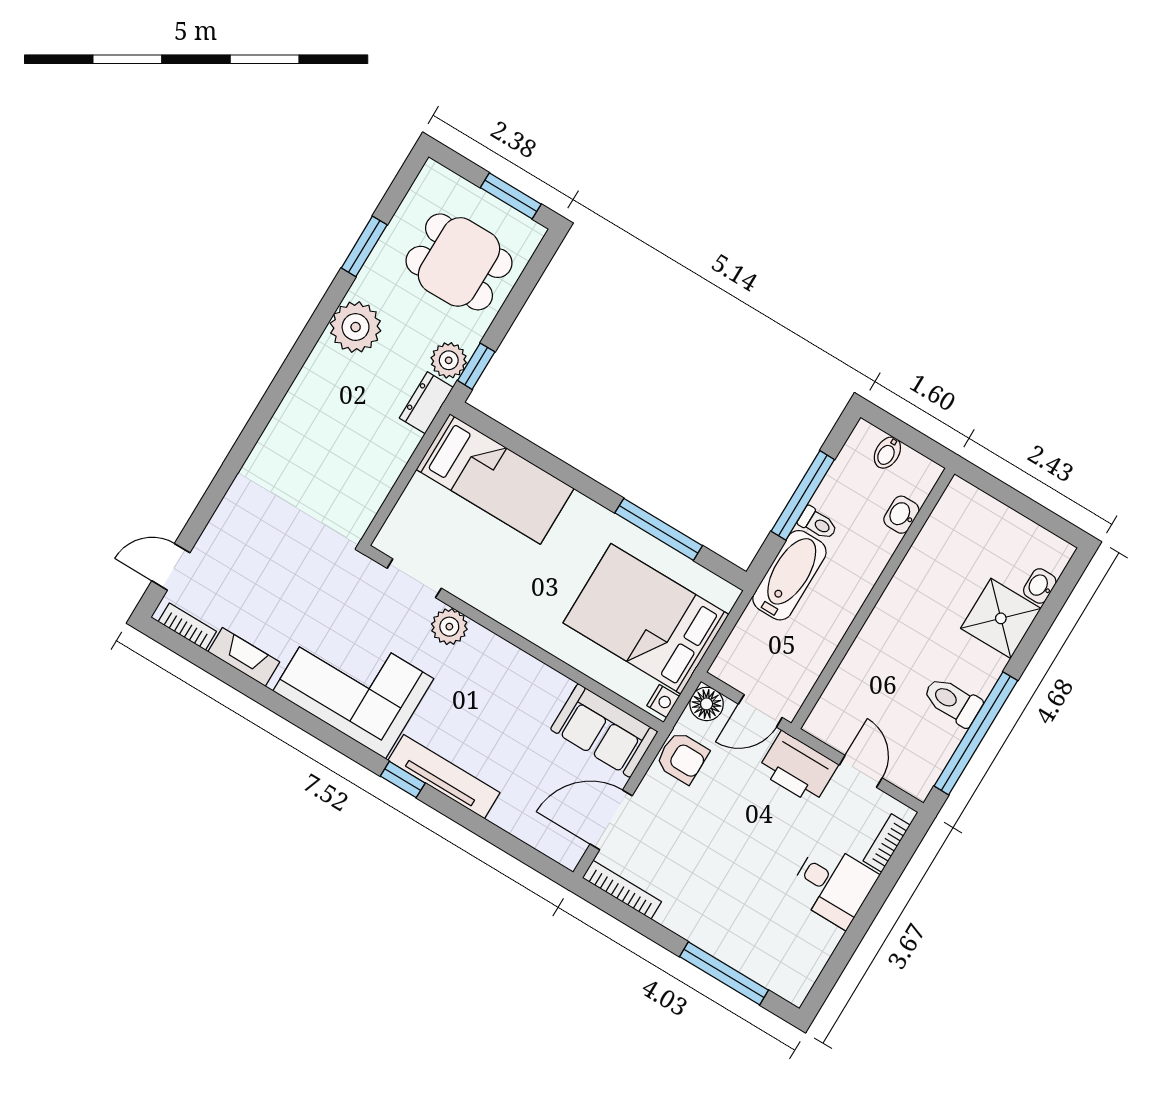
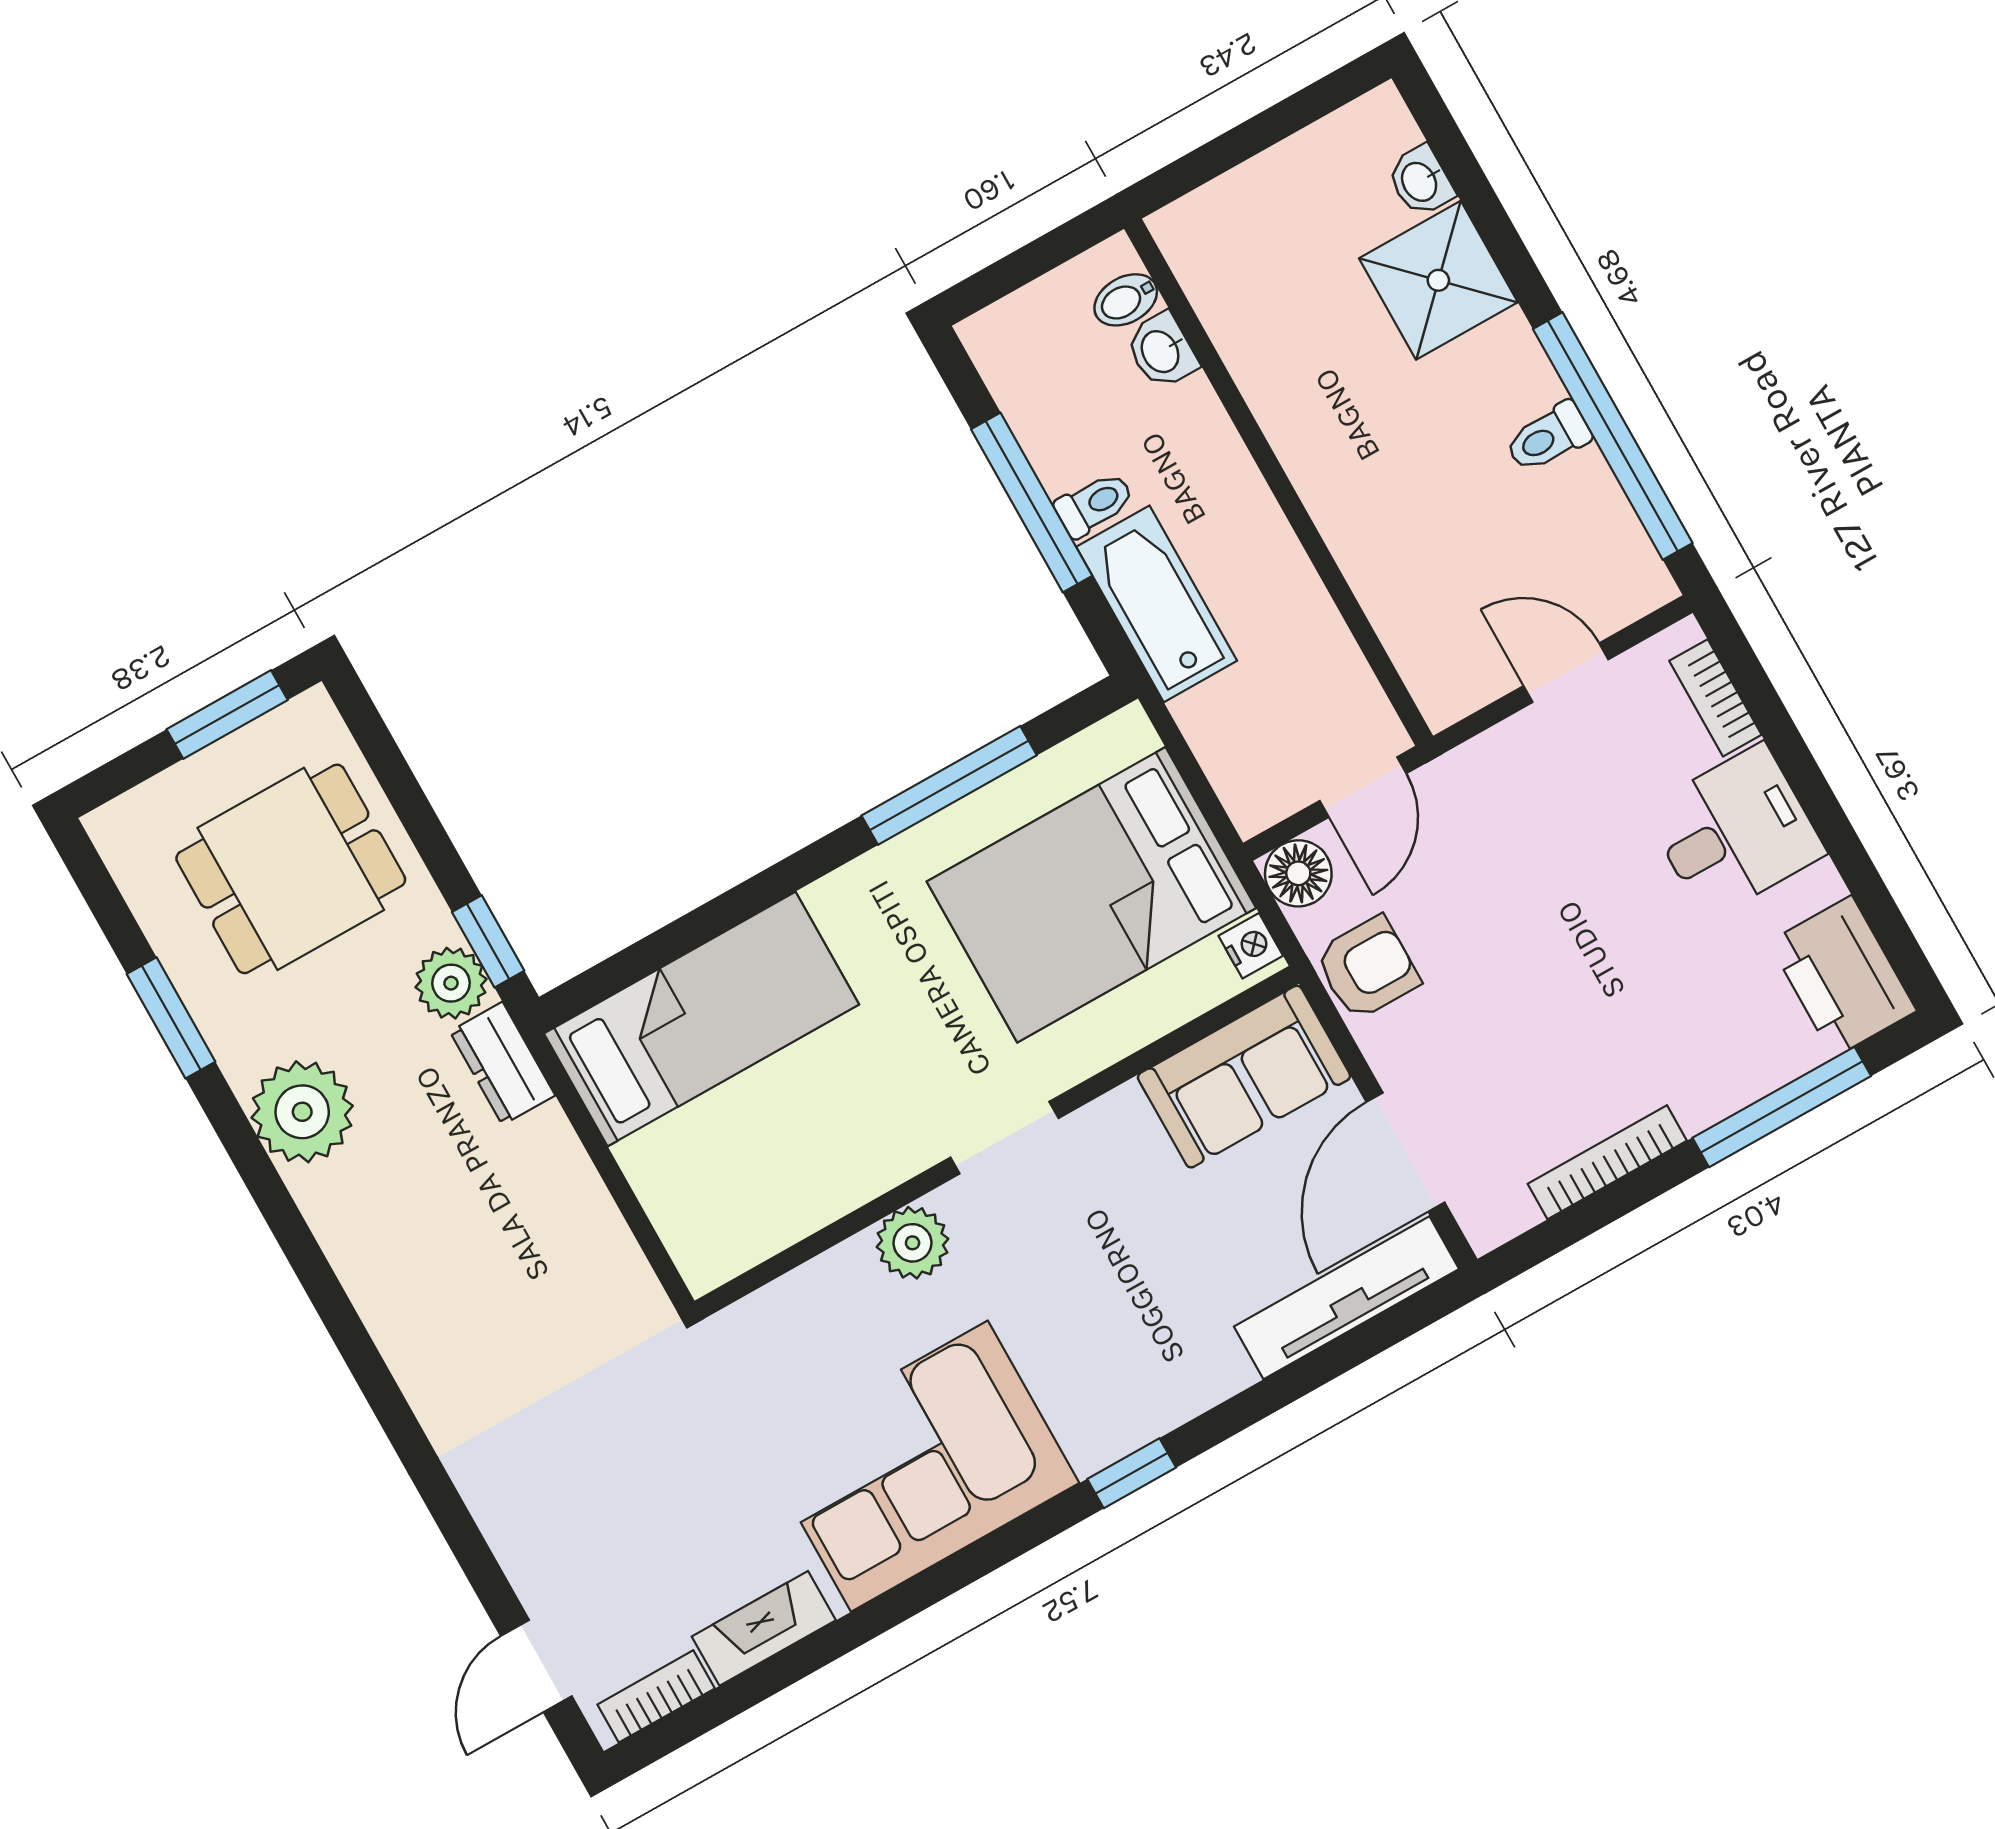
bidet: (887, 453) -> (1126, 300), moved, turned 90
doorway: (414, 578) -> (1005, 1138), moved
toilet: (953, 701) -> (1548, 437), width x0.73, depth x0.72
printer: (798, 768) -> (1843, 976), moved, turned 90
tv unit: (444, 777) -> (1347, 1298), moved
bookcase: (622, 890) -> (1607, 1162), moved

